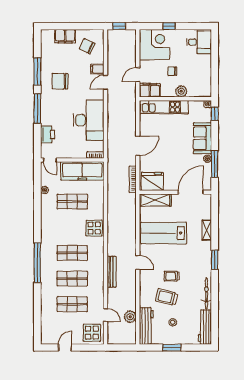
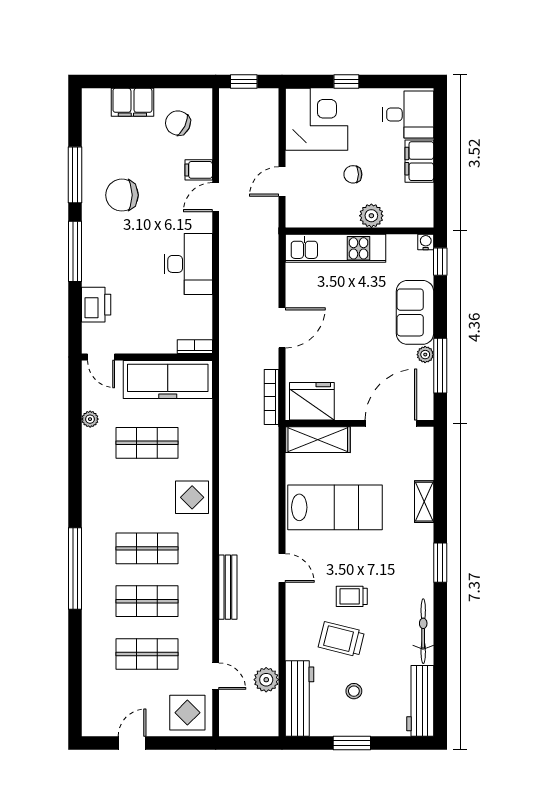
filing cabinet: (150, 90) -> (419, 161), moved, turned -90
desk: (89, 120) -> (188, 264), width x0.73, depth x0.77
lab bench: (164, 233) -> (335, 507), turned 180

